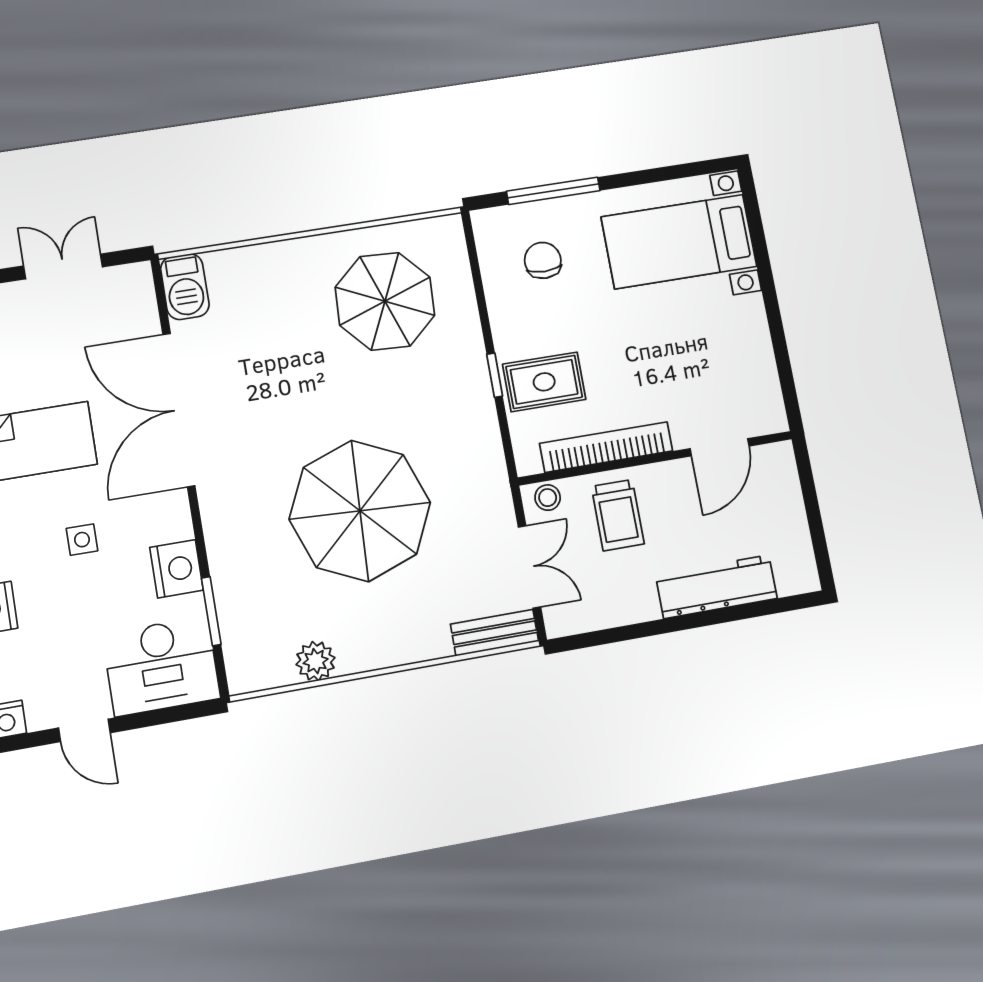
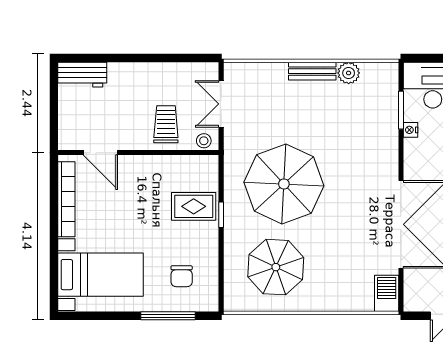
bookcase: (606, 447) -> (66, 199), moved, turned -90
door: (720, 447) -> (100, 153), swing flipped
parasol: (360, 511) -> (284, 184), moved
nightstand: (176, 569) -> (410, 130), width x0.53, depth x0.56
workbench: (716, 587) -> (82, 75), moved, width x0.73
bench: (495, 633) -> (312, 71), moved

